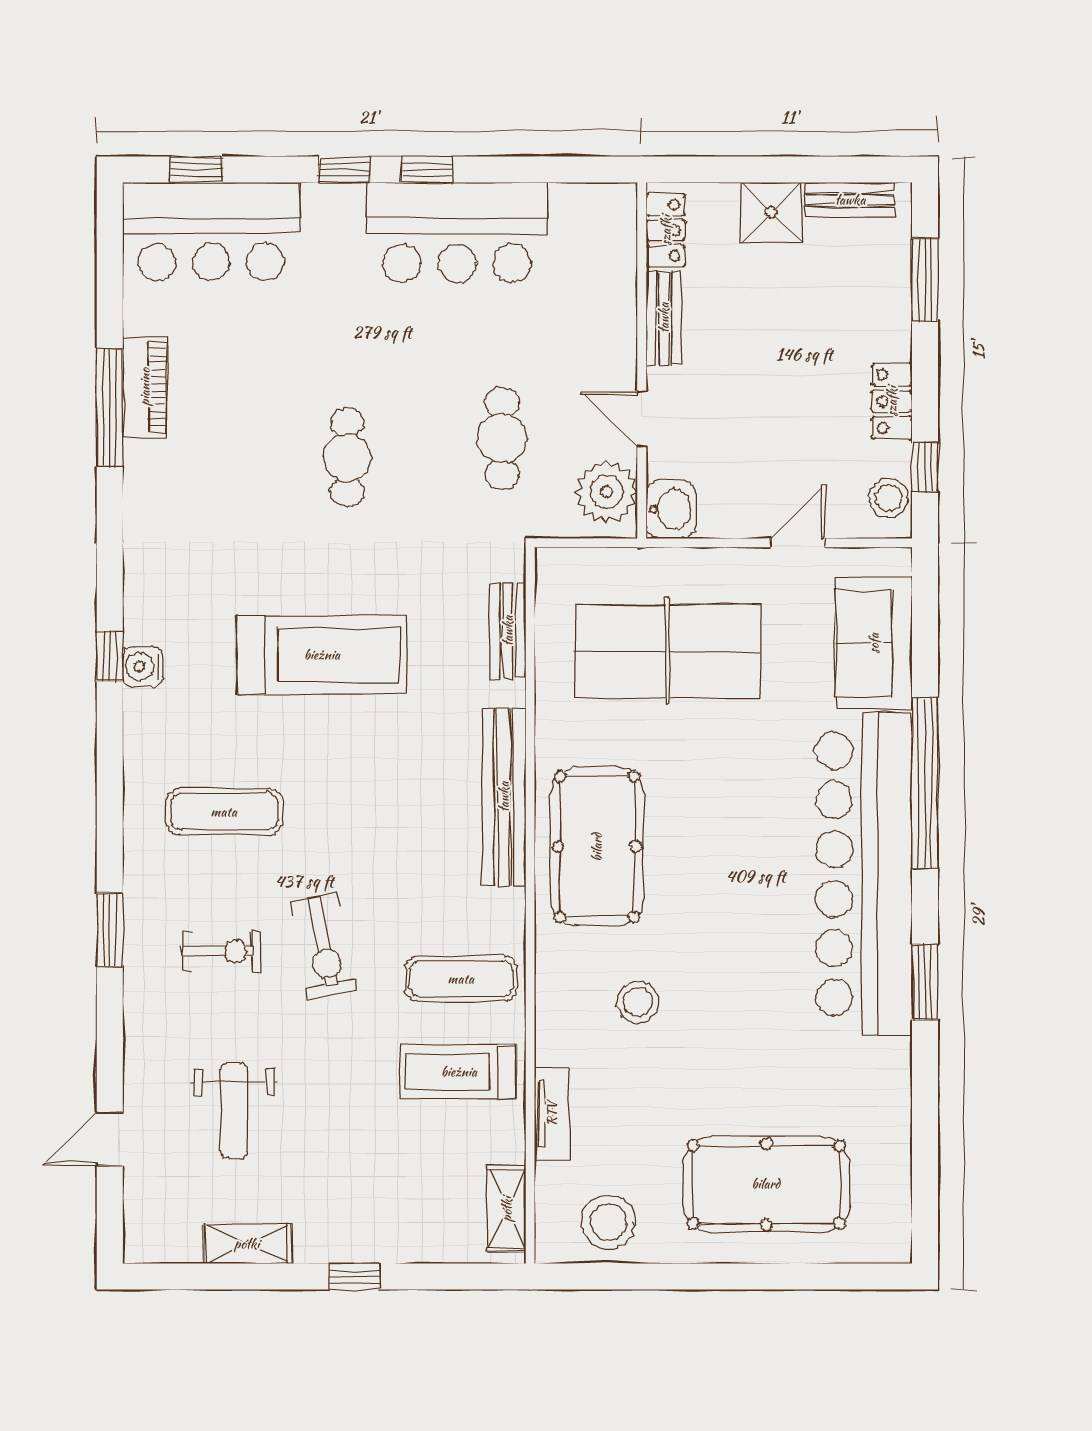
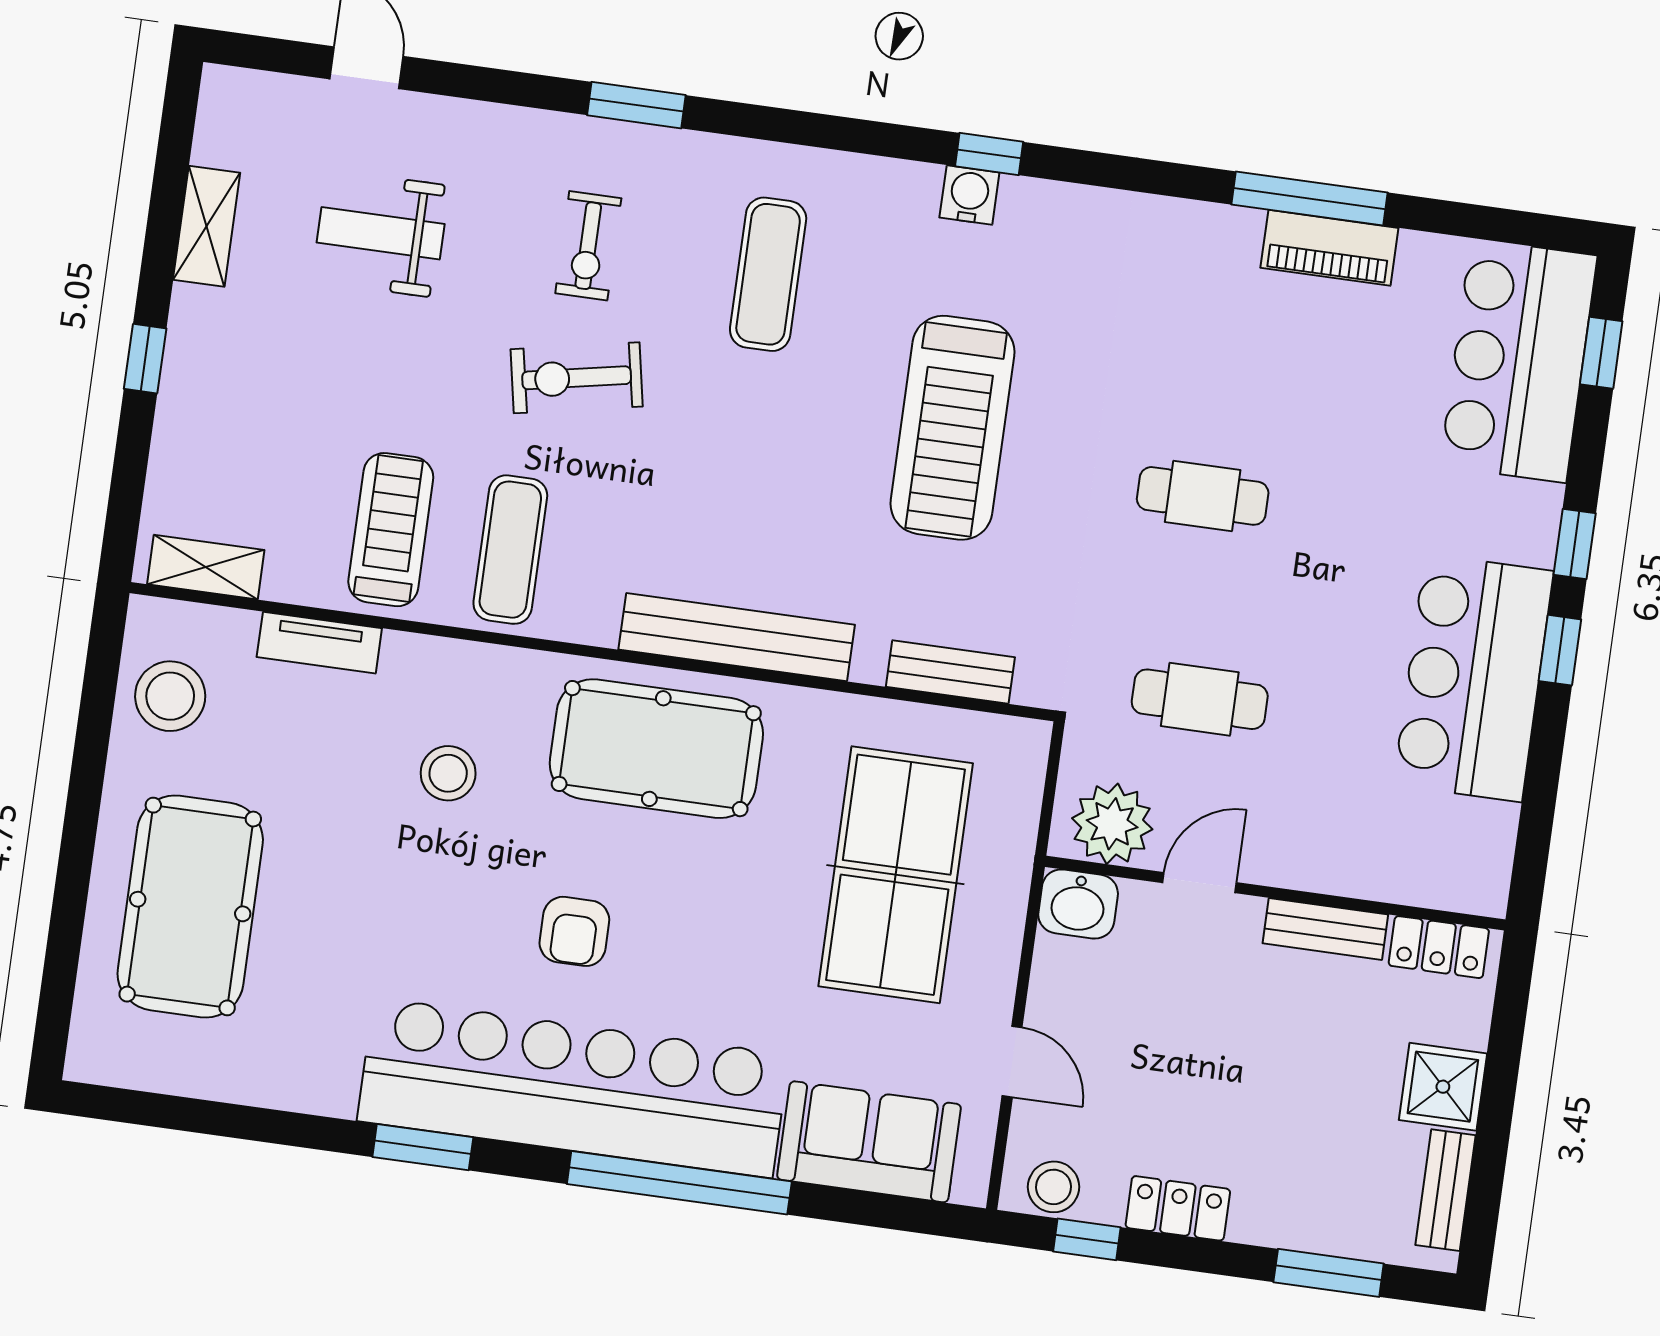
armchair: (745, 890) -> (574, 931), added

